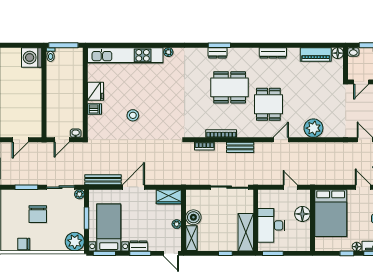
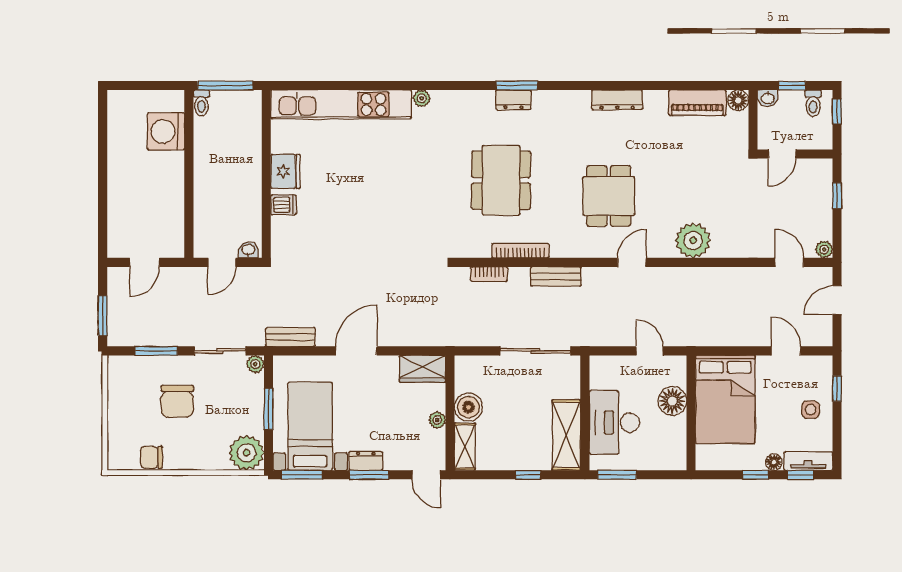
washing machine: (32, 57) -> (166, 131), moved
dining table: (230, 87) -> (501, 180), moved, turned 90
stool: (133, 115) -> (355, 217), removed
bench: (103, 180) -> (290, 337), width x0.73

